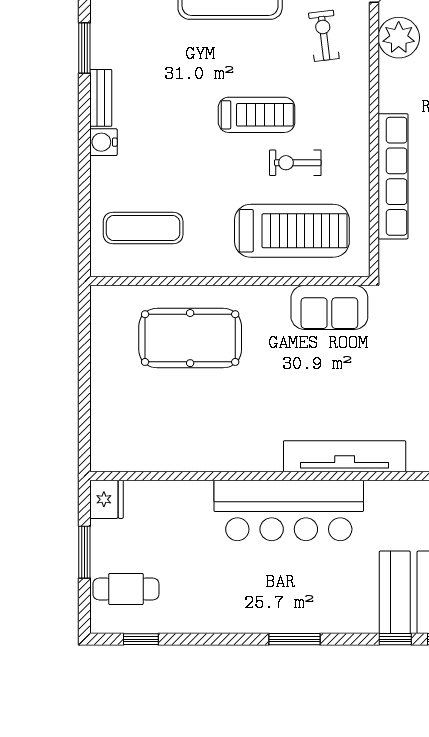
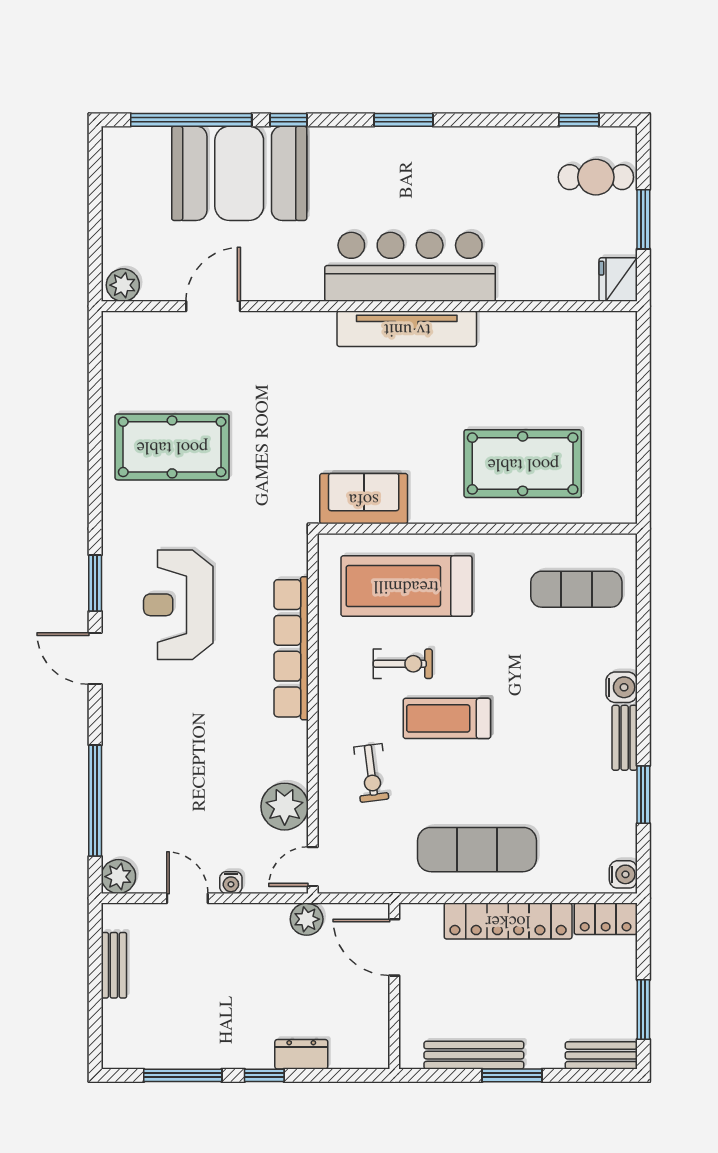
exercise bike: (324, 36) -> (371, 773), moved
tv unit: (345, 456) -> (407, 329), moved

